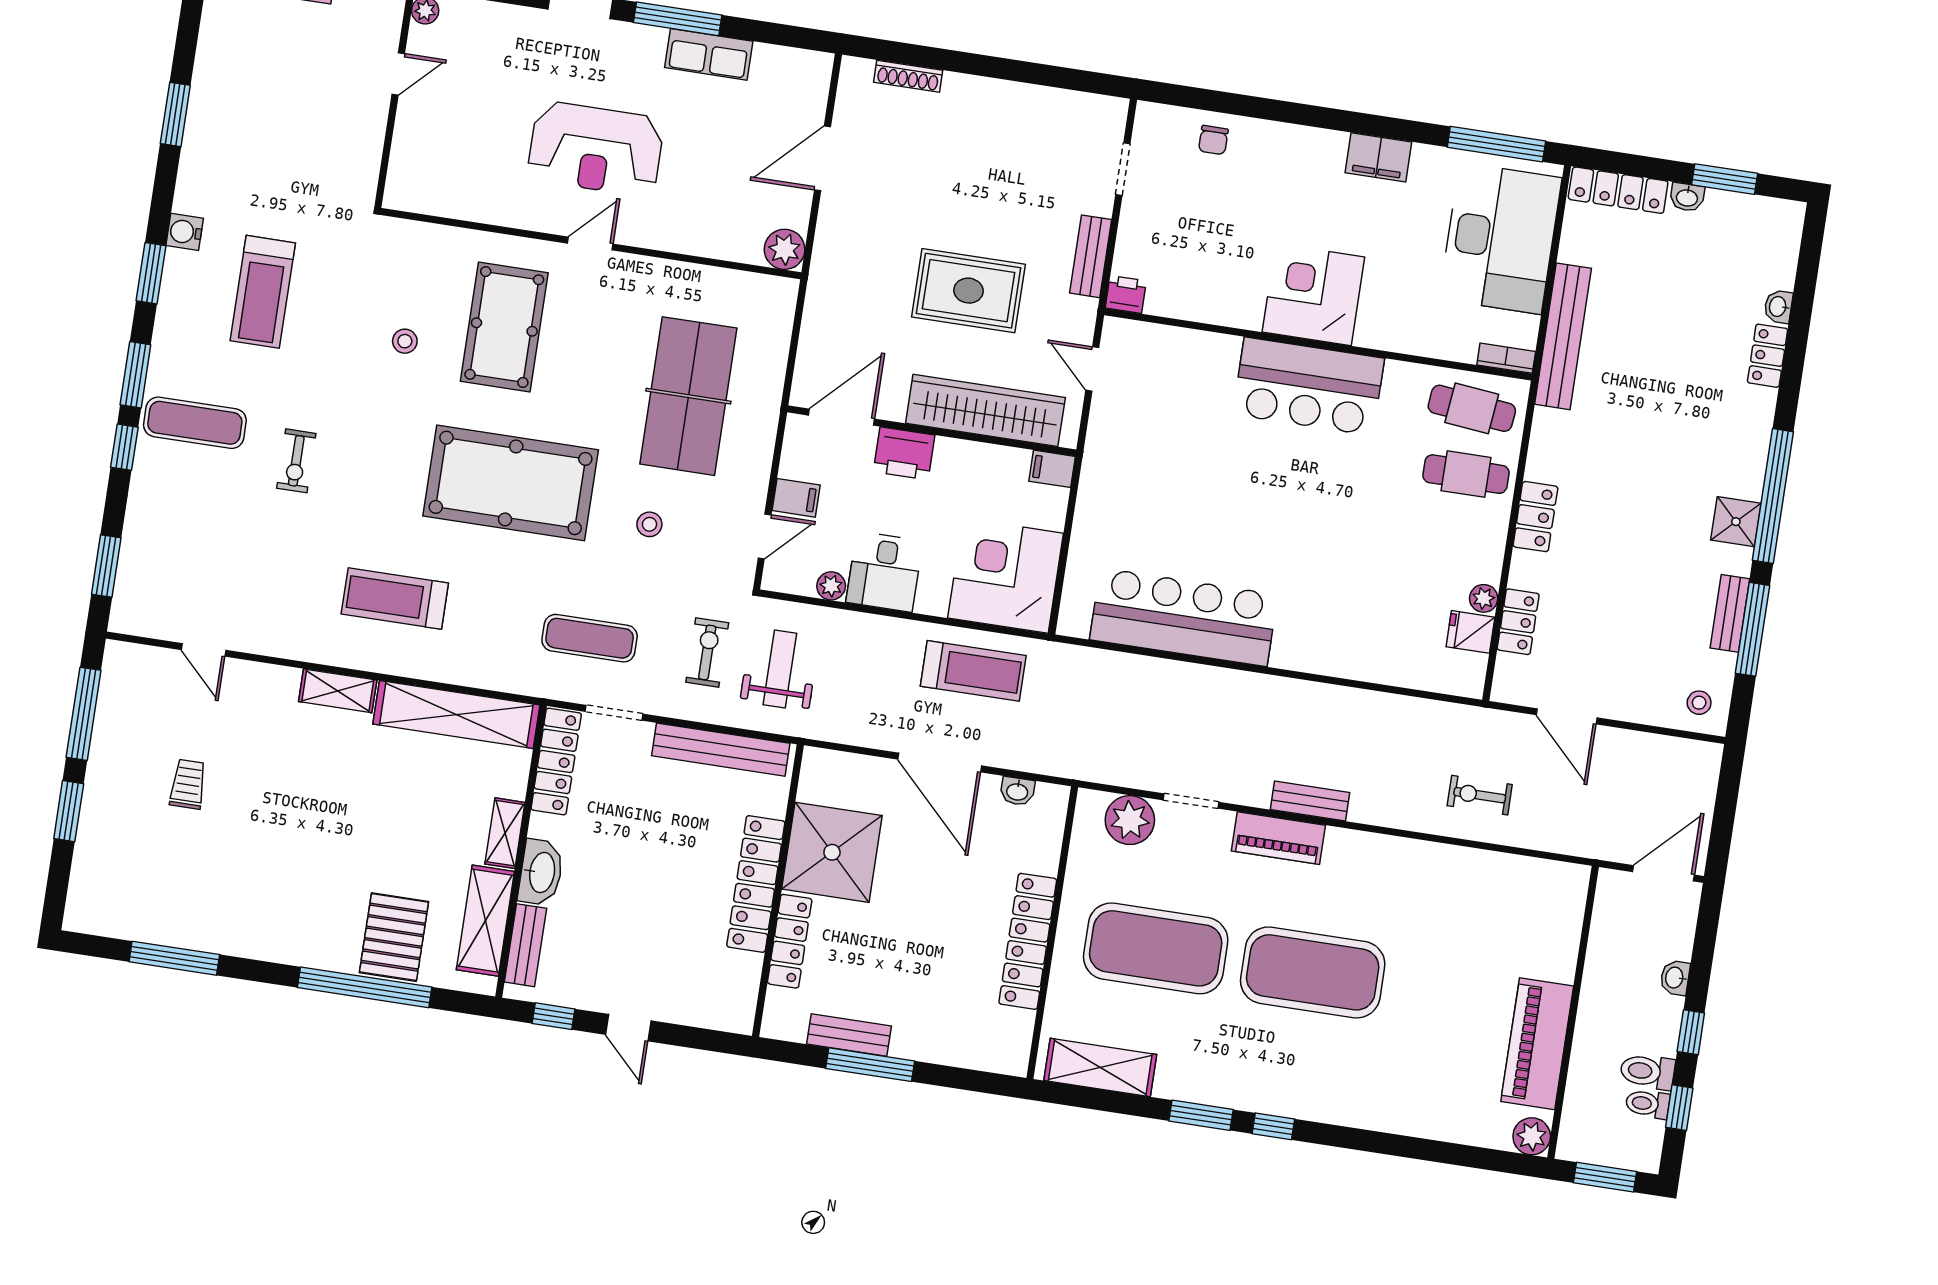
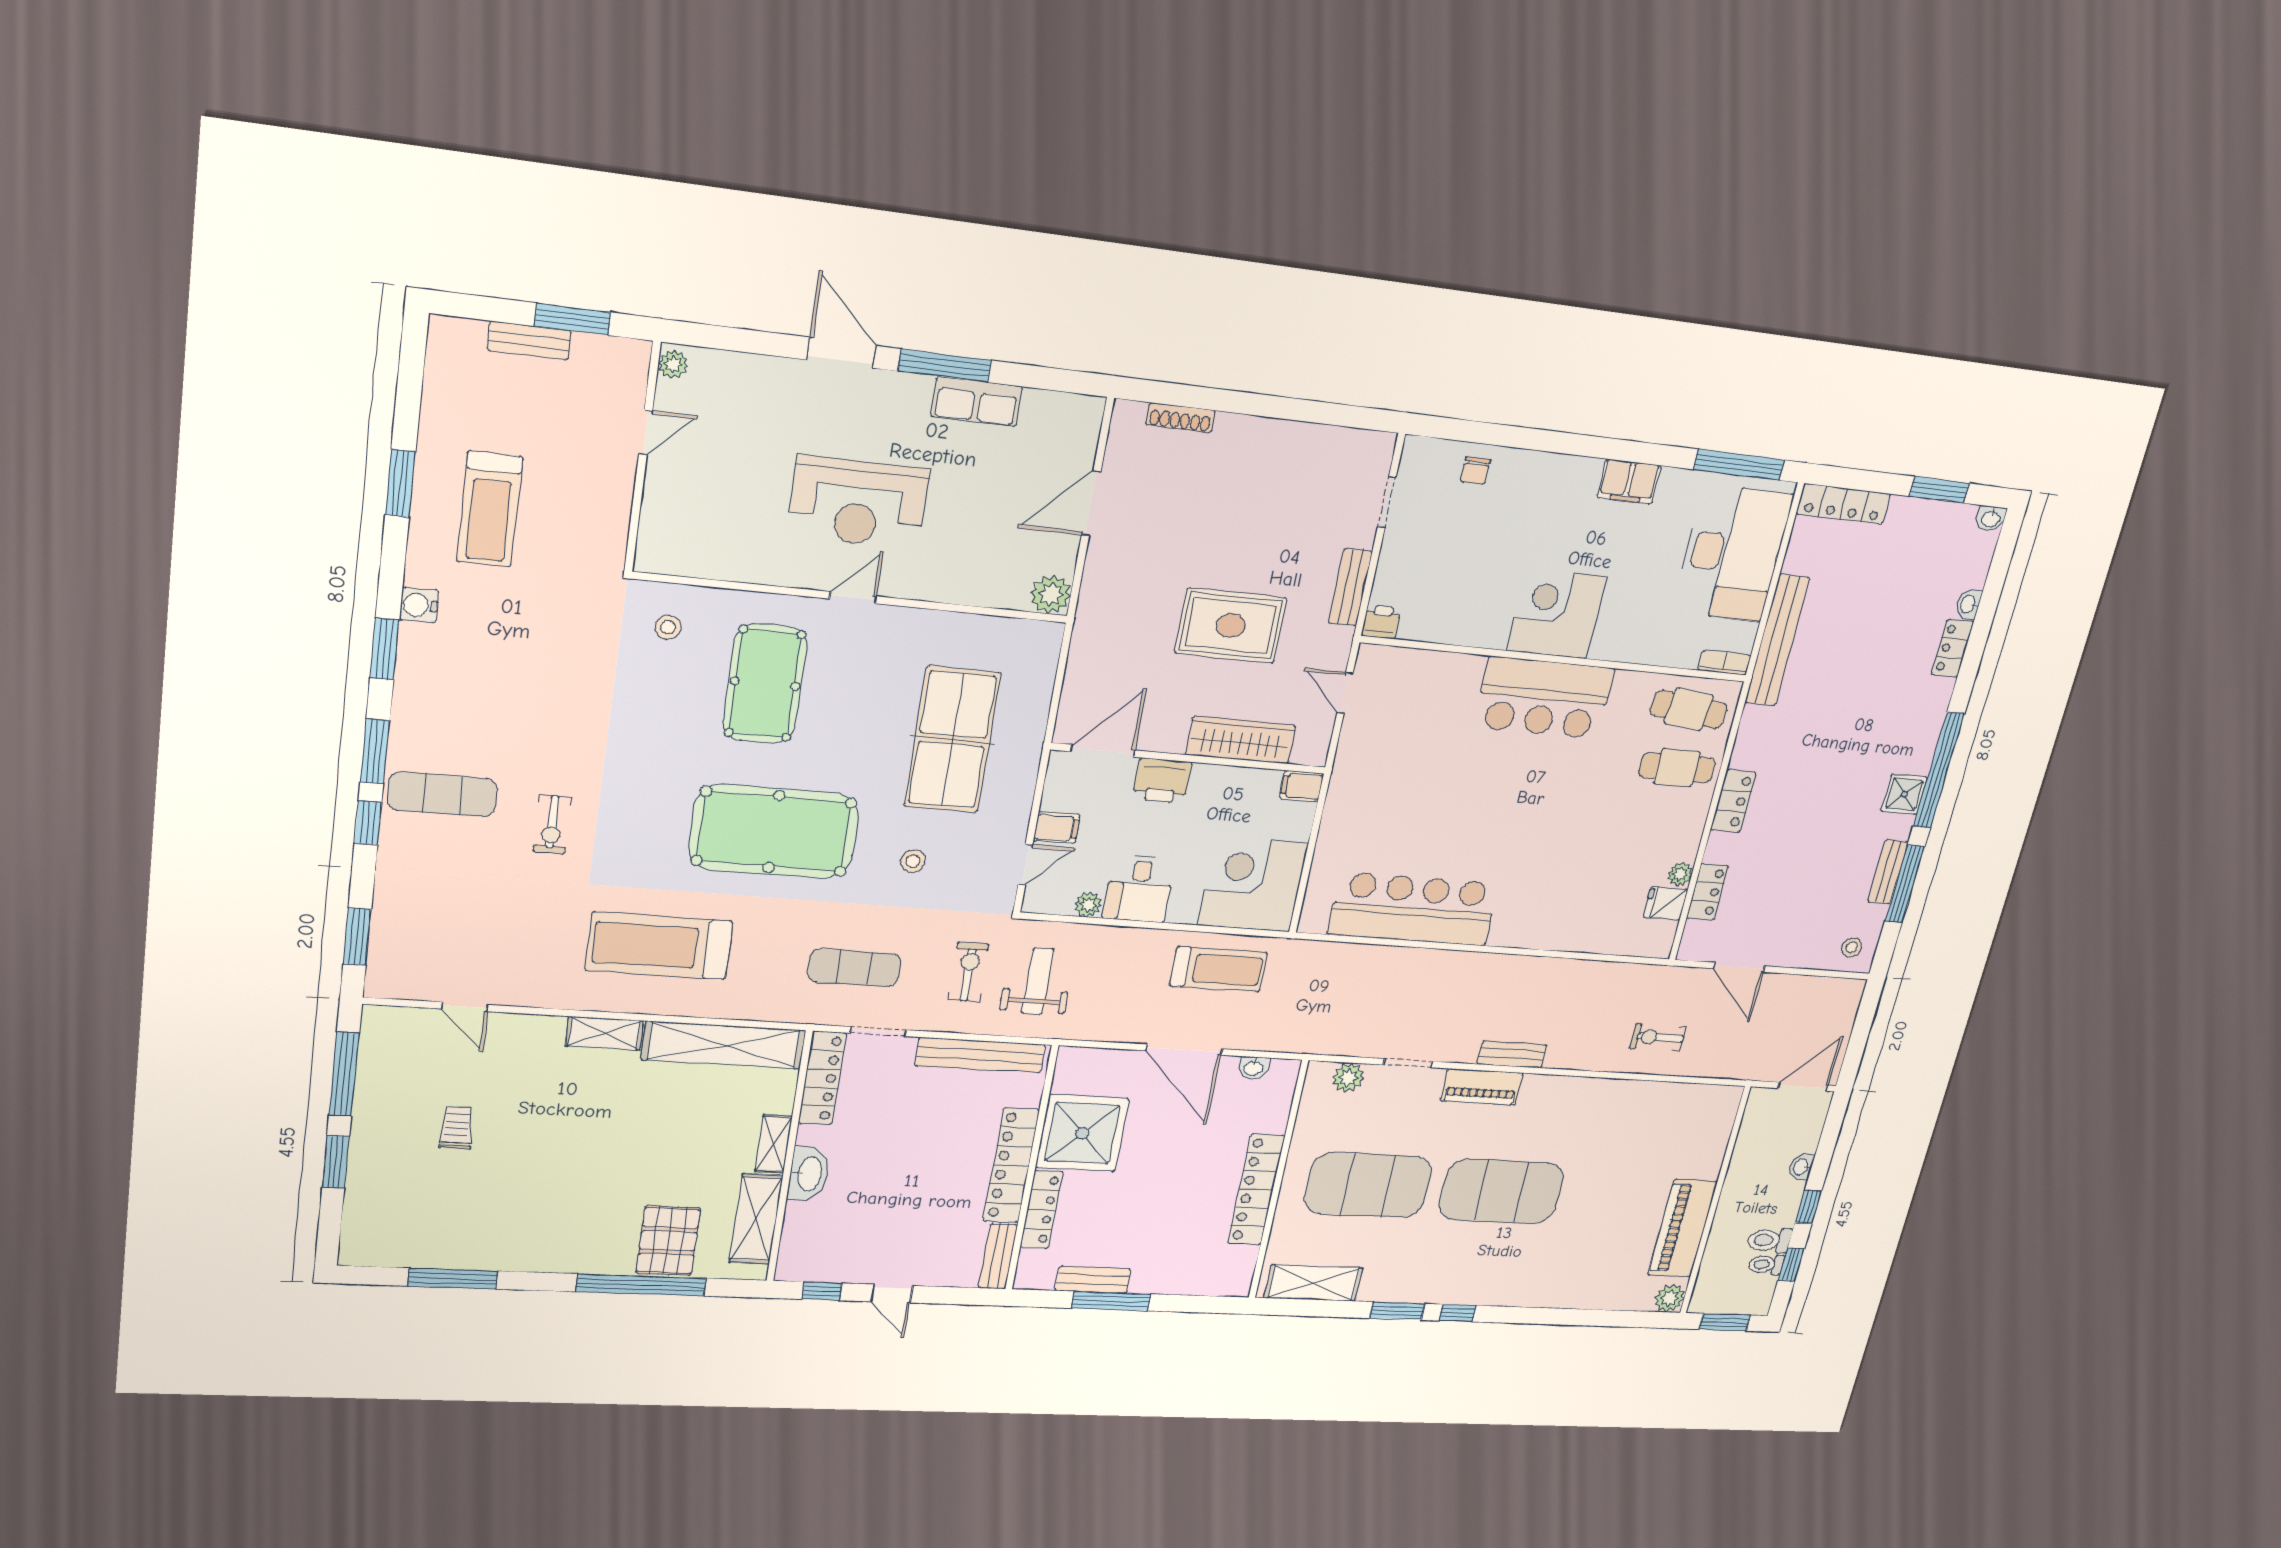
washbasin: (1687, 197) -> (1991, 519), moved
treadmill: (263, 292) -> (490, 509), moved
stool: (405, 341) -> (668, 627), moved
wardrobe: (985, 410) -> (1241, 740), width x0.71, depth x0.85
treadmill: (395, 598) -> (659, 946), width x1.37, depth x1.38
plant: (1130, 820) -> (1348, 1078), width x0.73, depth x0.73
bench: (526, 945) -> (998, 1257), moved

